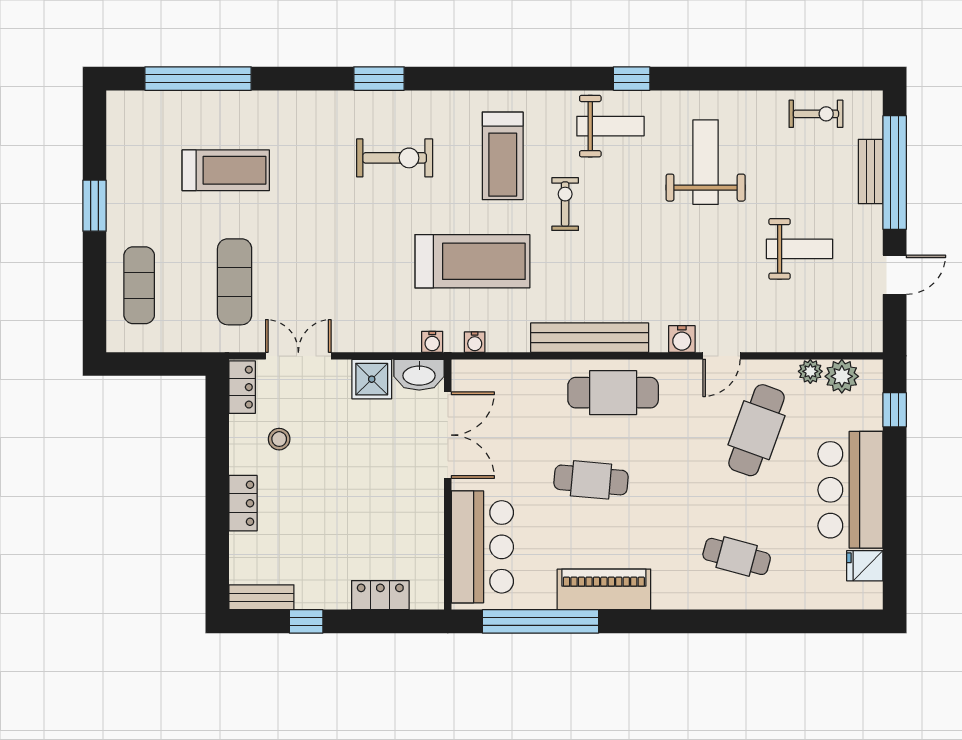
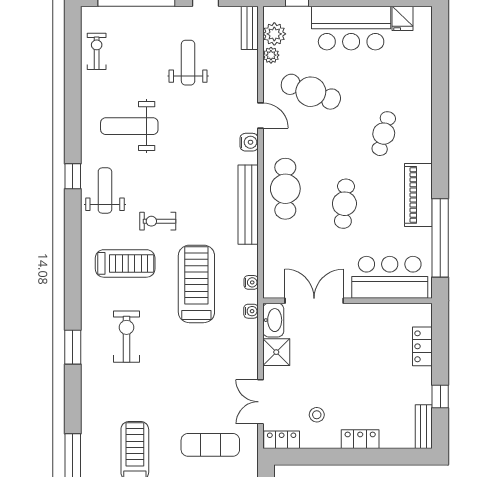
bench: (871, 172) -> (250, 28), moved, turned 90
cafe table: (737, 556) -> (384, 134), moved

